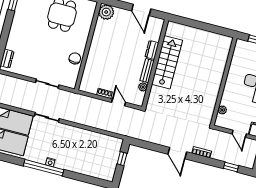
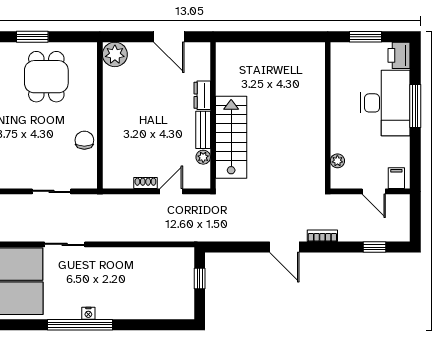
stairs: (167, 62) -> (231, 137), moved
door: (119, 102) -> (171, 191), hinge flipped

